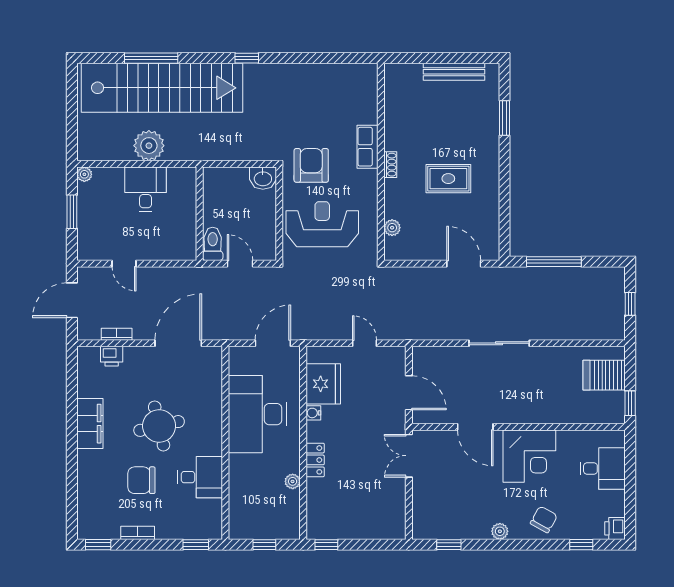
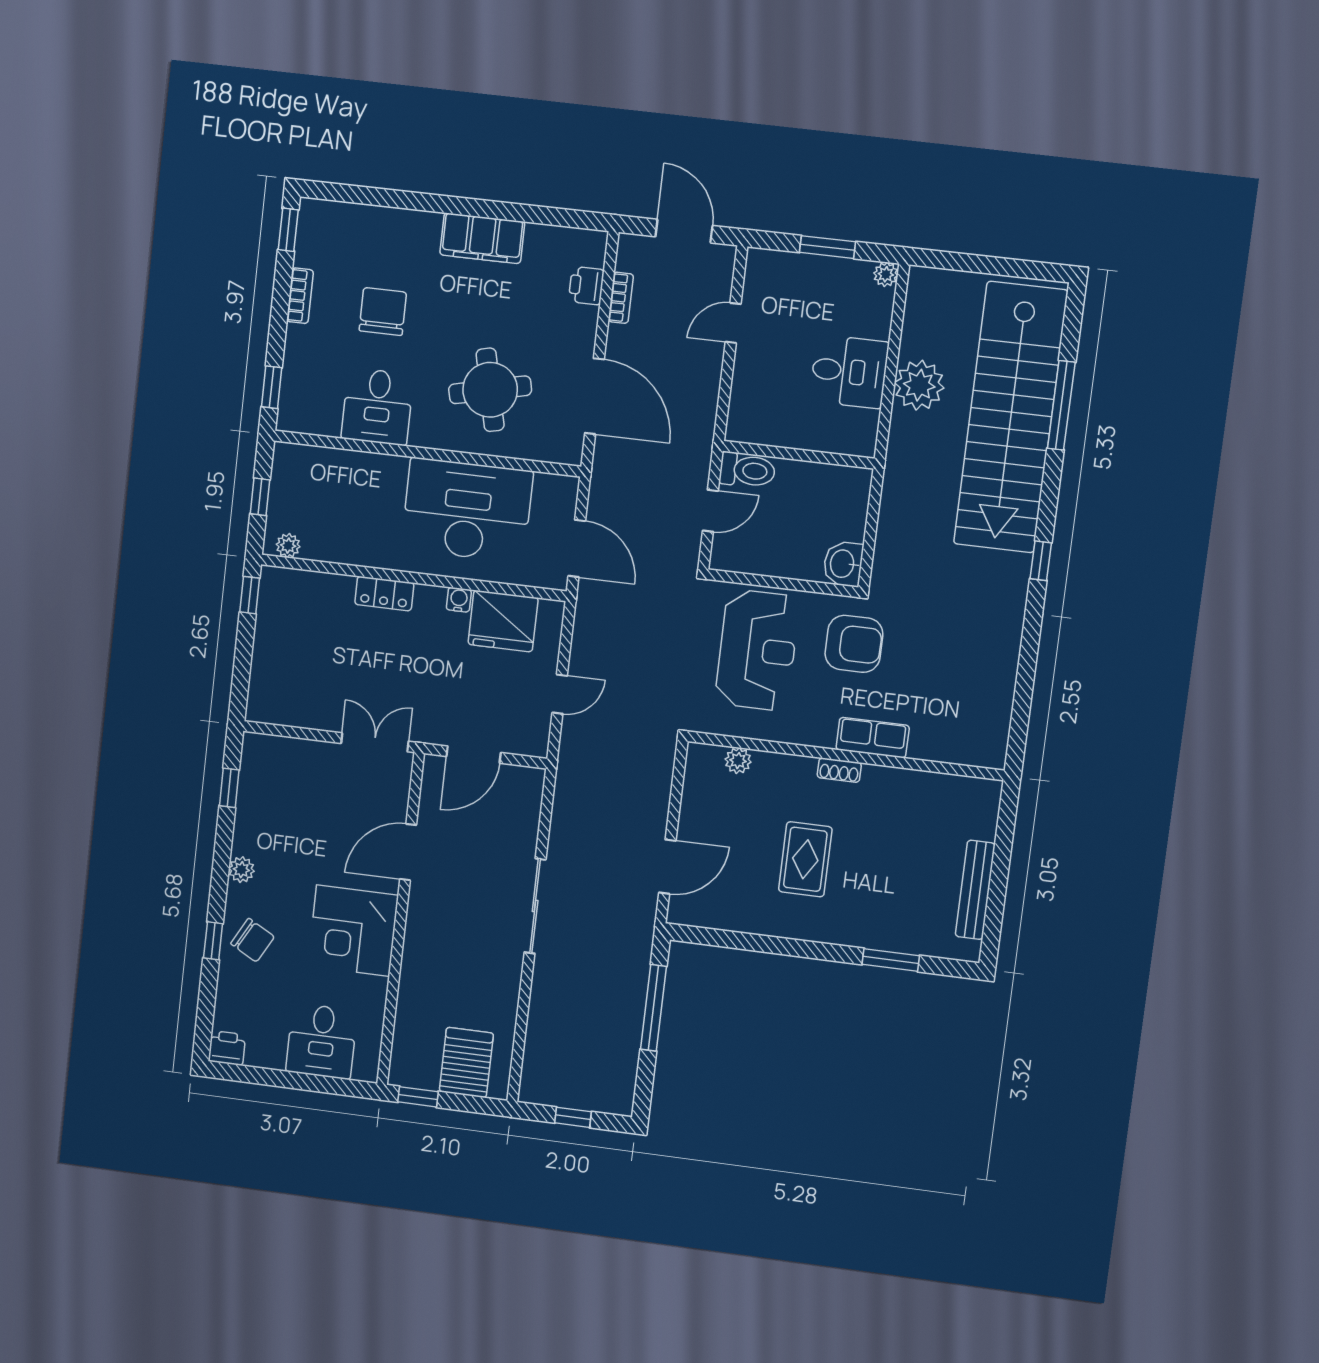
round table: (159, 426) -> (490, 390), moved
plant: (293, 481) -> (288, 546), moved
window: (581, 545) -> (213, 941), moved

